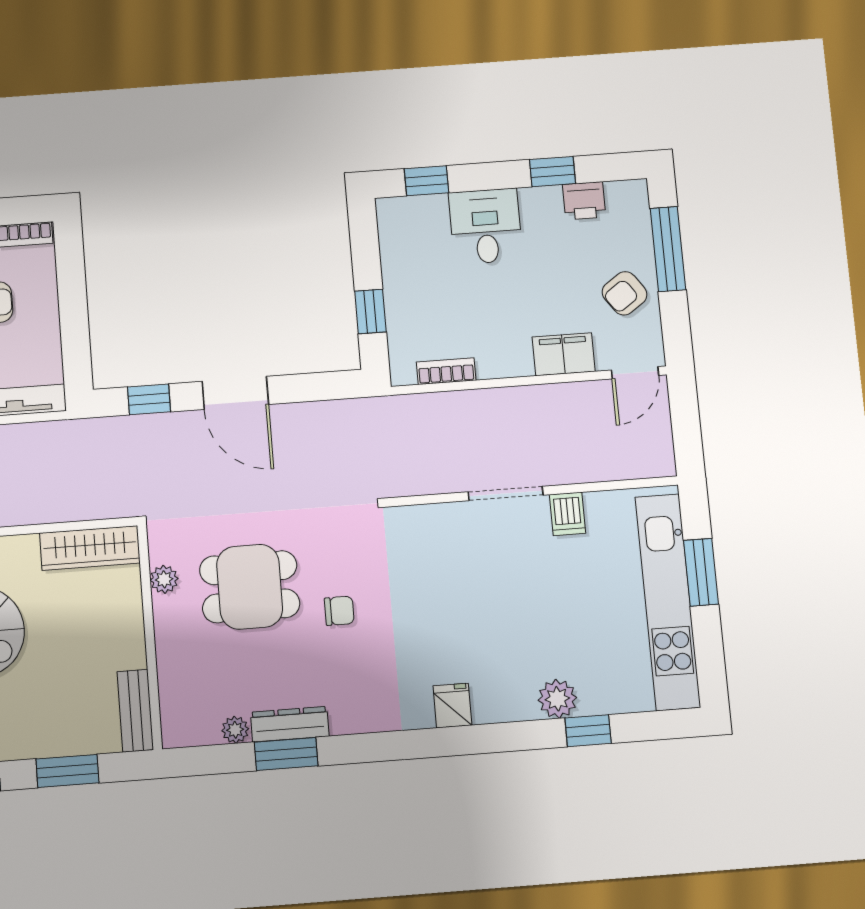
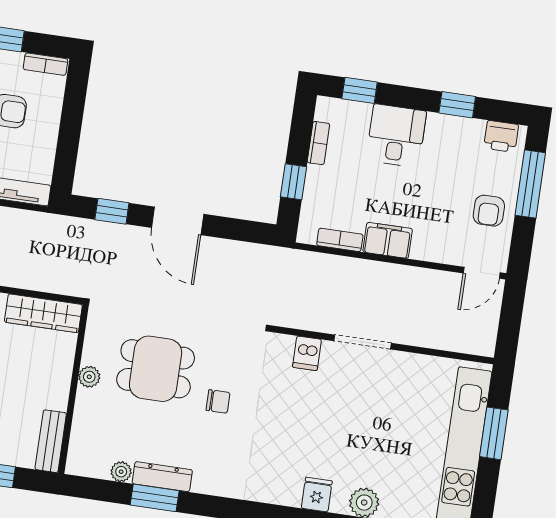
printer: (584, 201) -> (501, 136), moved
bookcase: (390, 257) -> (318, 143), added
armchair: (625, 293) -> (489, 211), turned -55
filing cabinet: (564, 354) -> (388, 240), moved
dishwasher: (567, 514) -> (307, 353), moved
plant: (164, 579) -> (89, 377), moved
fridge: (452, 705) -> (317, 495), moved

